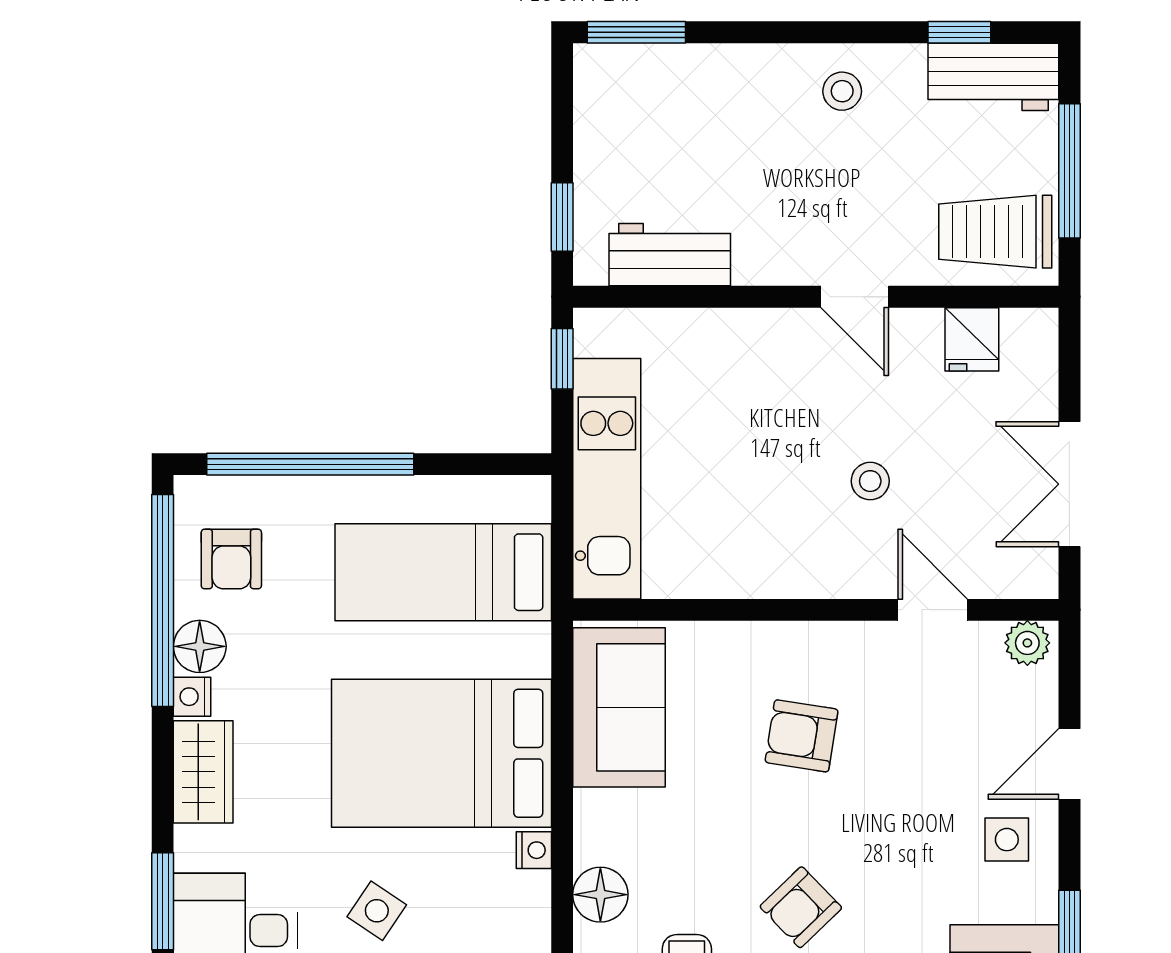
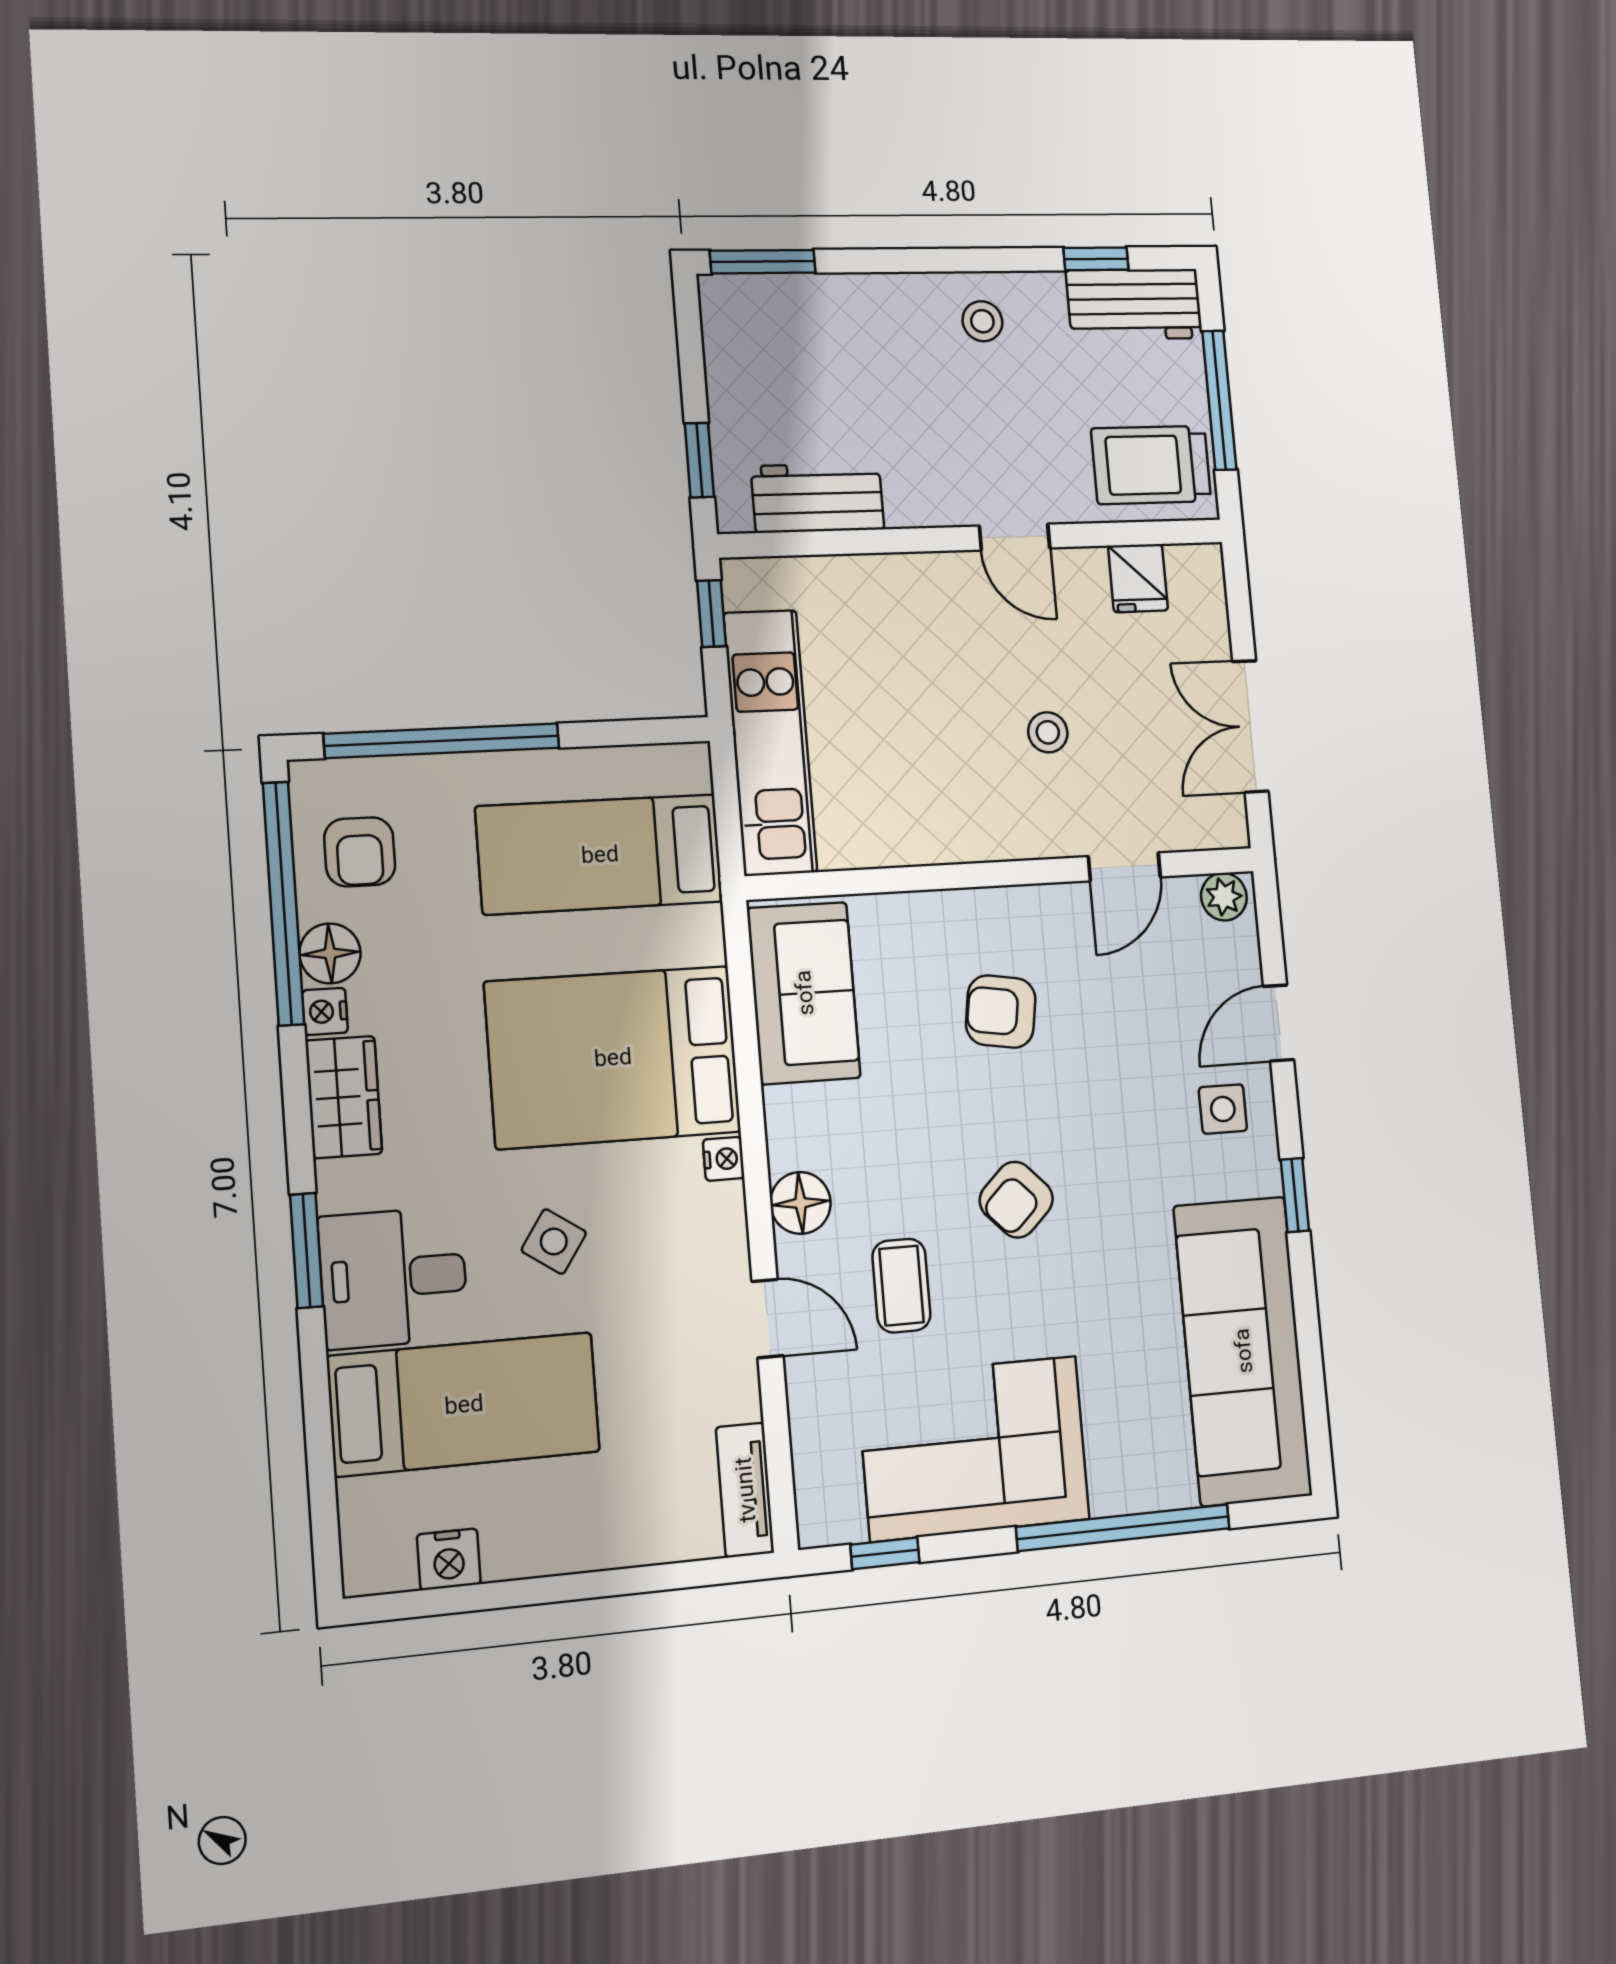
door: (933, 610) -> (1124, 867), swing flipped

